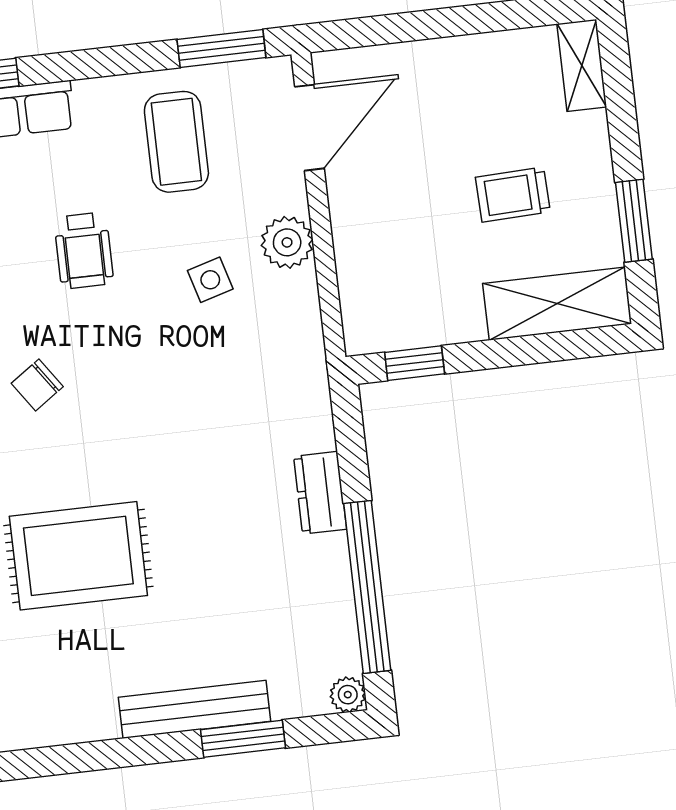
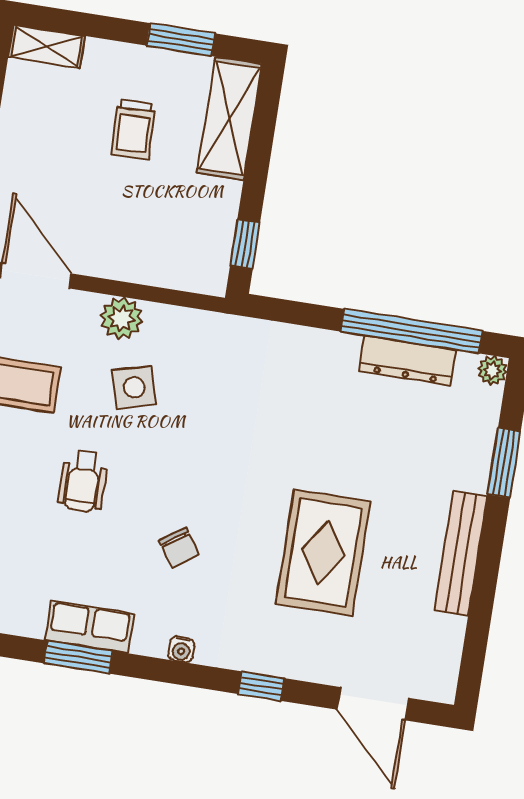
wheelchair: (84, 250) -> (83, 481), turned 90
side table: (210, 280) -> (134, 387), width x1.37, depth x1.37
dresser: (320, 493) -> (407, 360), moved, width x1.44
bench: (195, 709) -> (461, 553), moved

